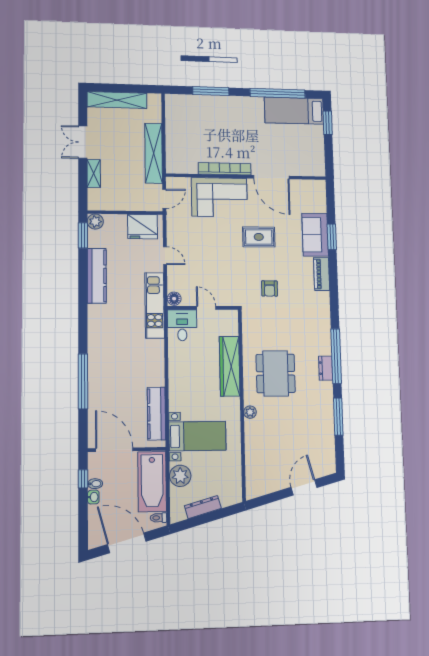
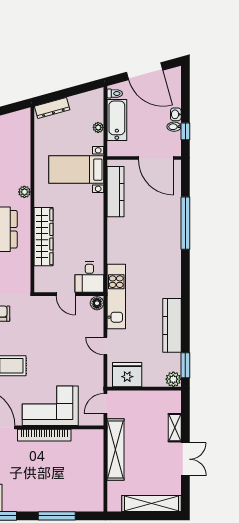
plant: (180, 476) -> (98, 127), width x0.53, depth x0.53
bathtub: (152, 482) -> (117, 120), width x0.73, depth x0.73
dresser: (203, 507) -> (52, 108), moved

